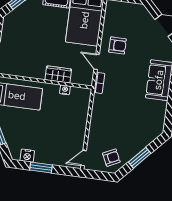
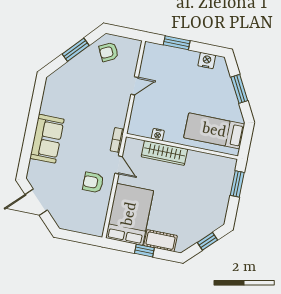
wardrobe: (58, 74) -> (164, 153), width x1.50
door: (84, 158) -> (135, 86), moved
window: (41, 167) -> (177, 43), moved

